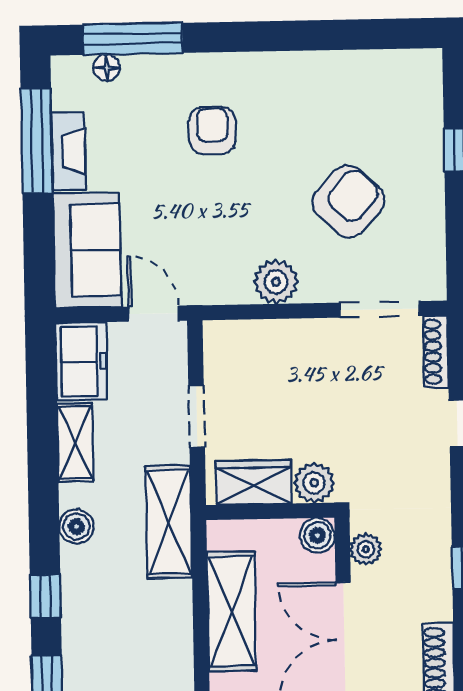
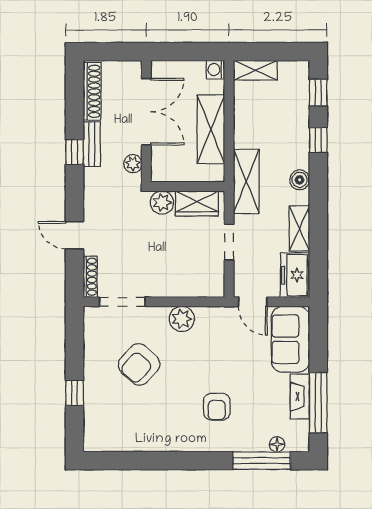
boiler: (317, 535) -> (161, 172), removed
bench: (438, 581) -> (92, 144), added

